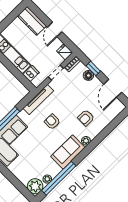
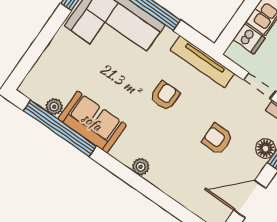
armchair: (86, 118) -> (217, 139), moved
sofa: (68, 152) -> (92, 122), moved
plant: (35, 186) -> (36, 86), removed

